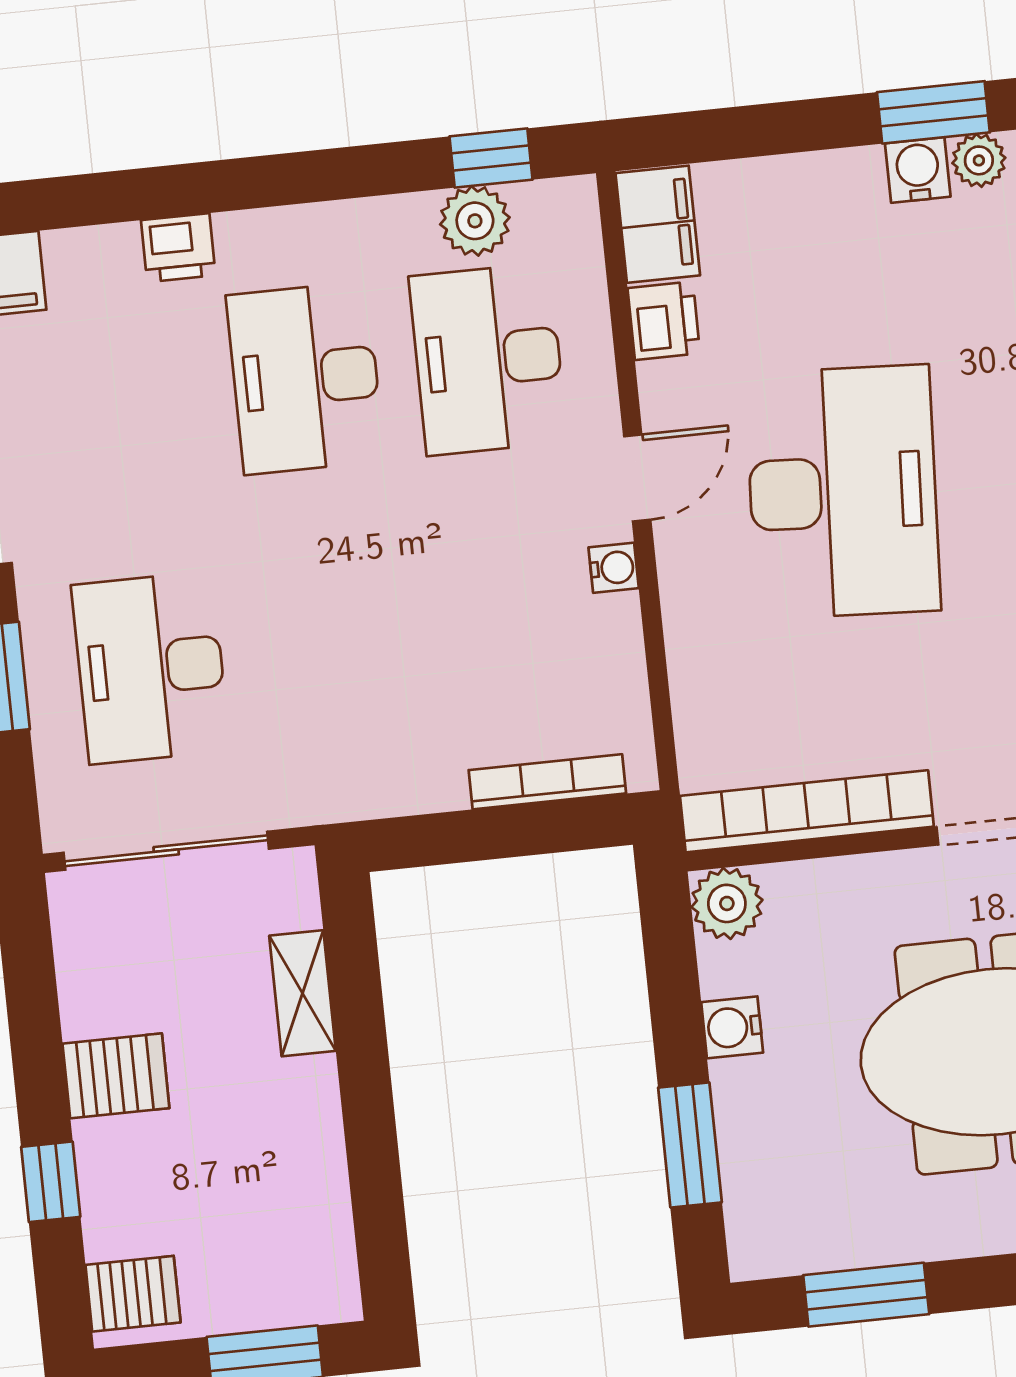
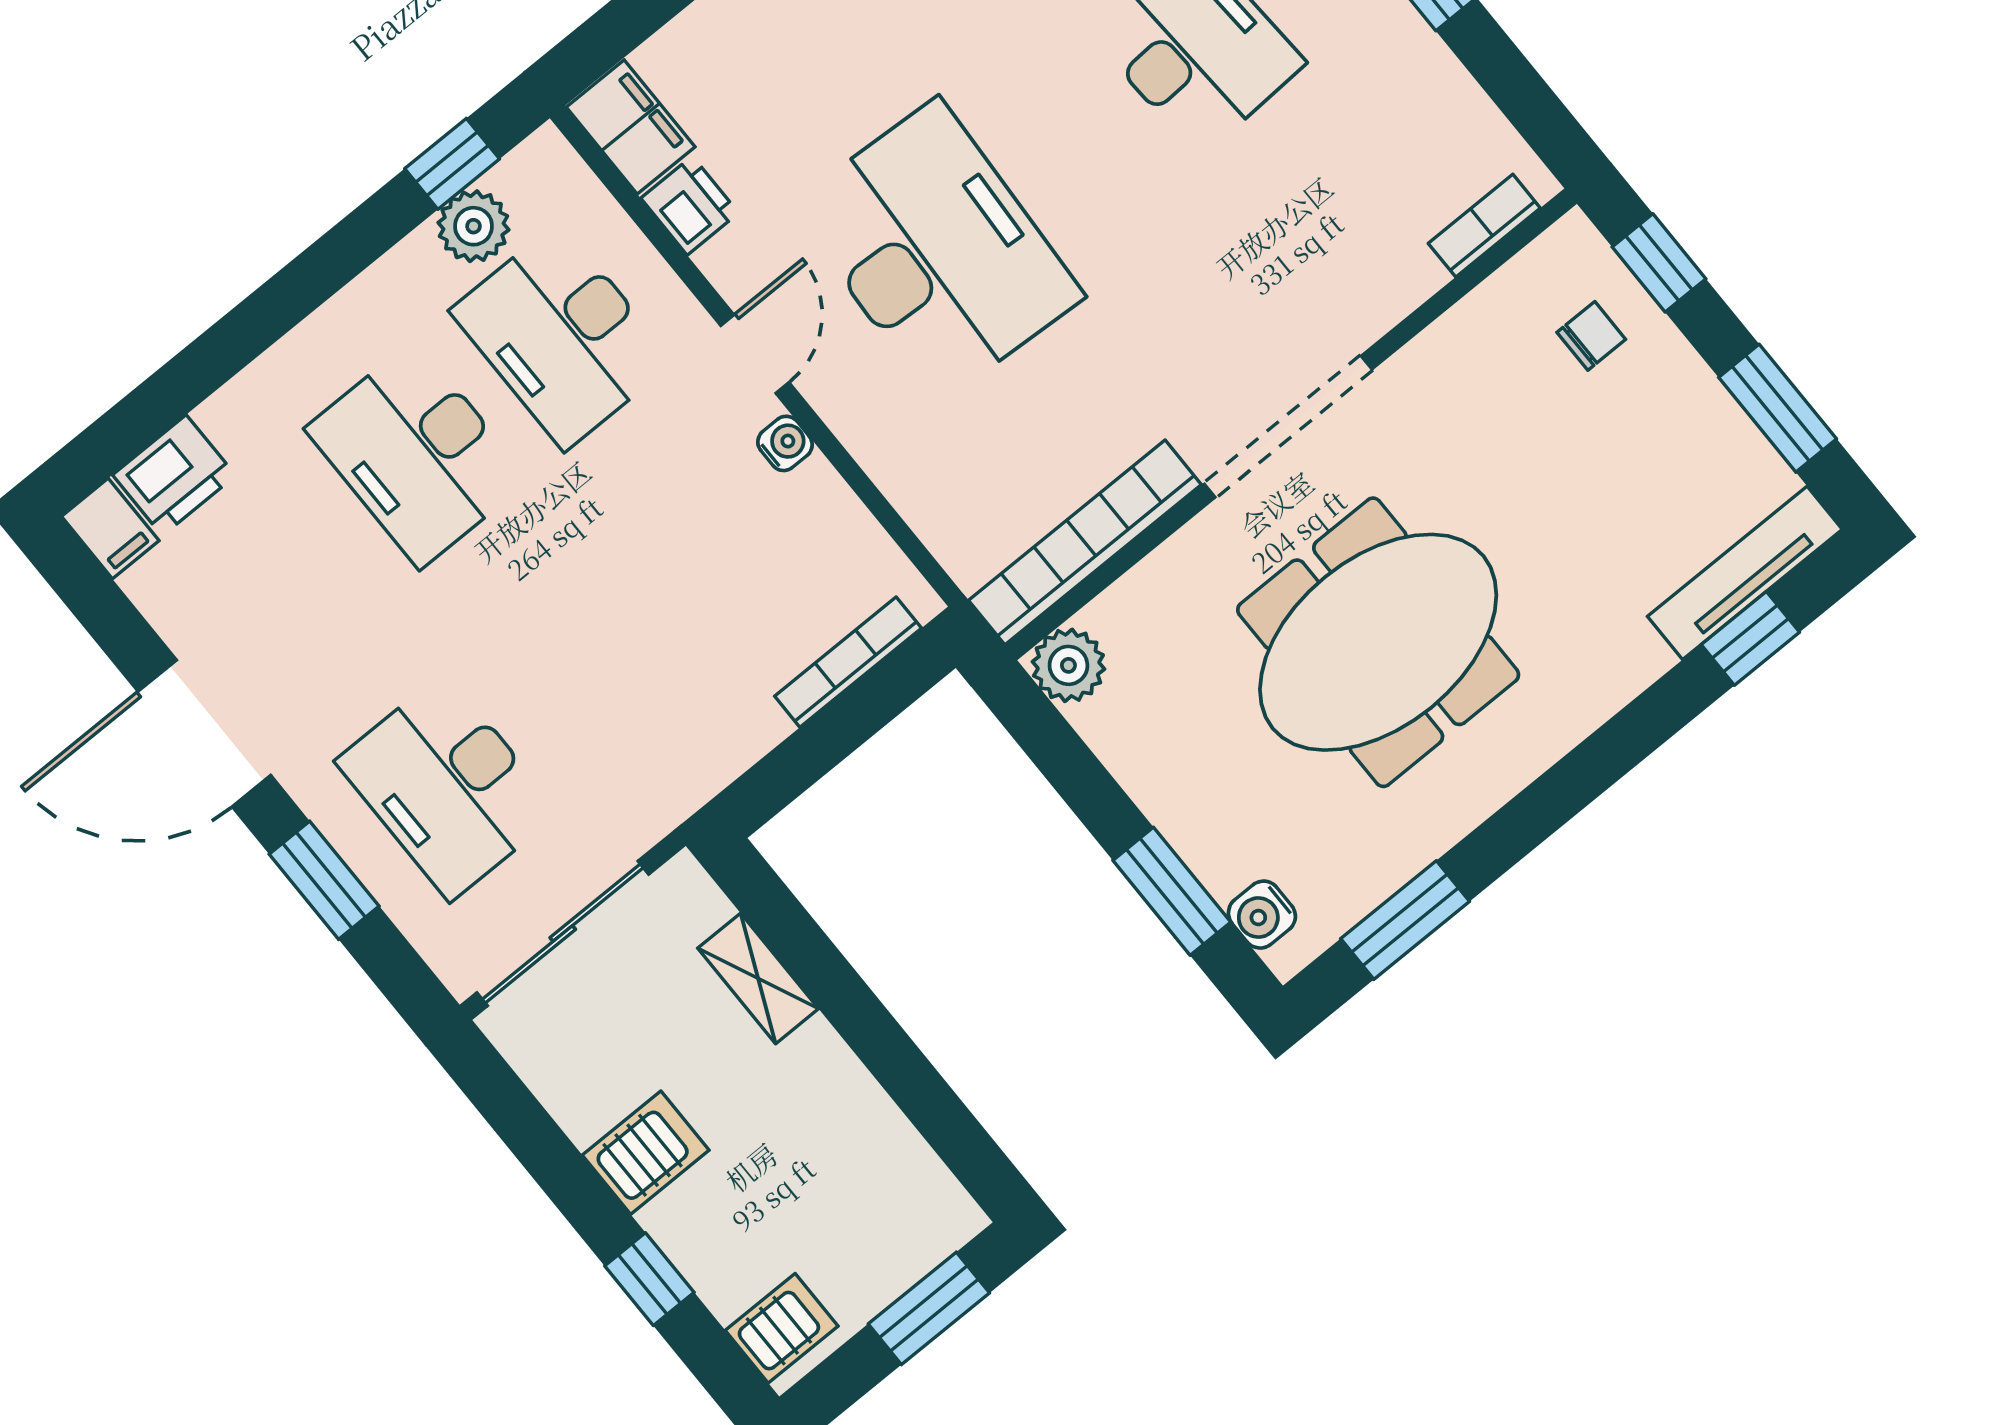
printer: (178, 248) -> (174, 475), moved, width x1.36, depth x1.24
water cooler: (732, 1027) -> (1262, 915), moved

